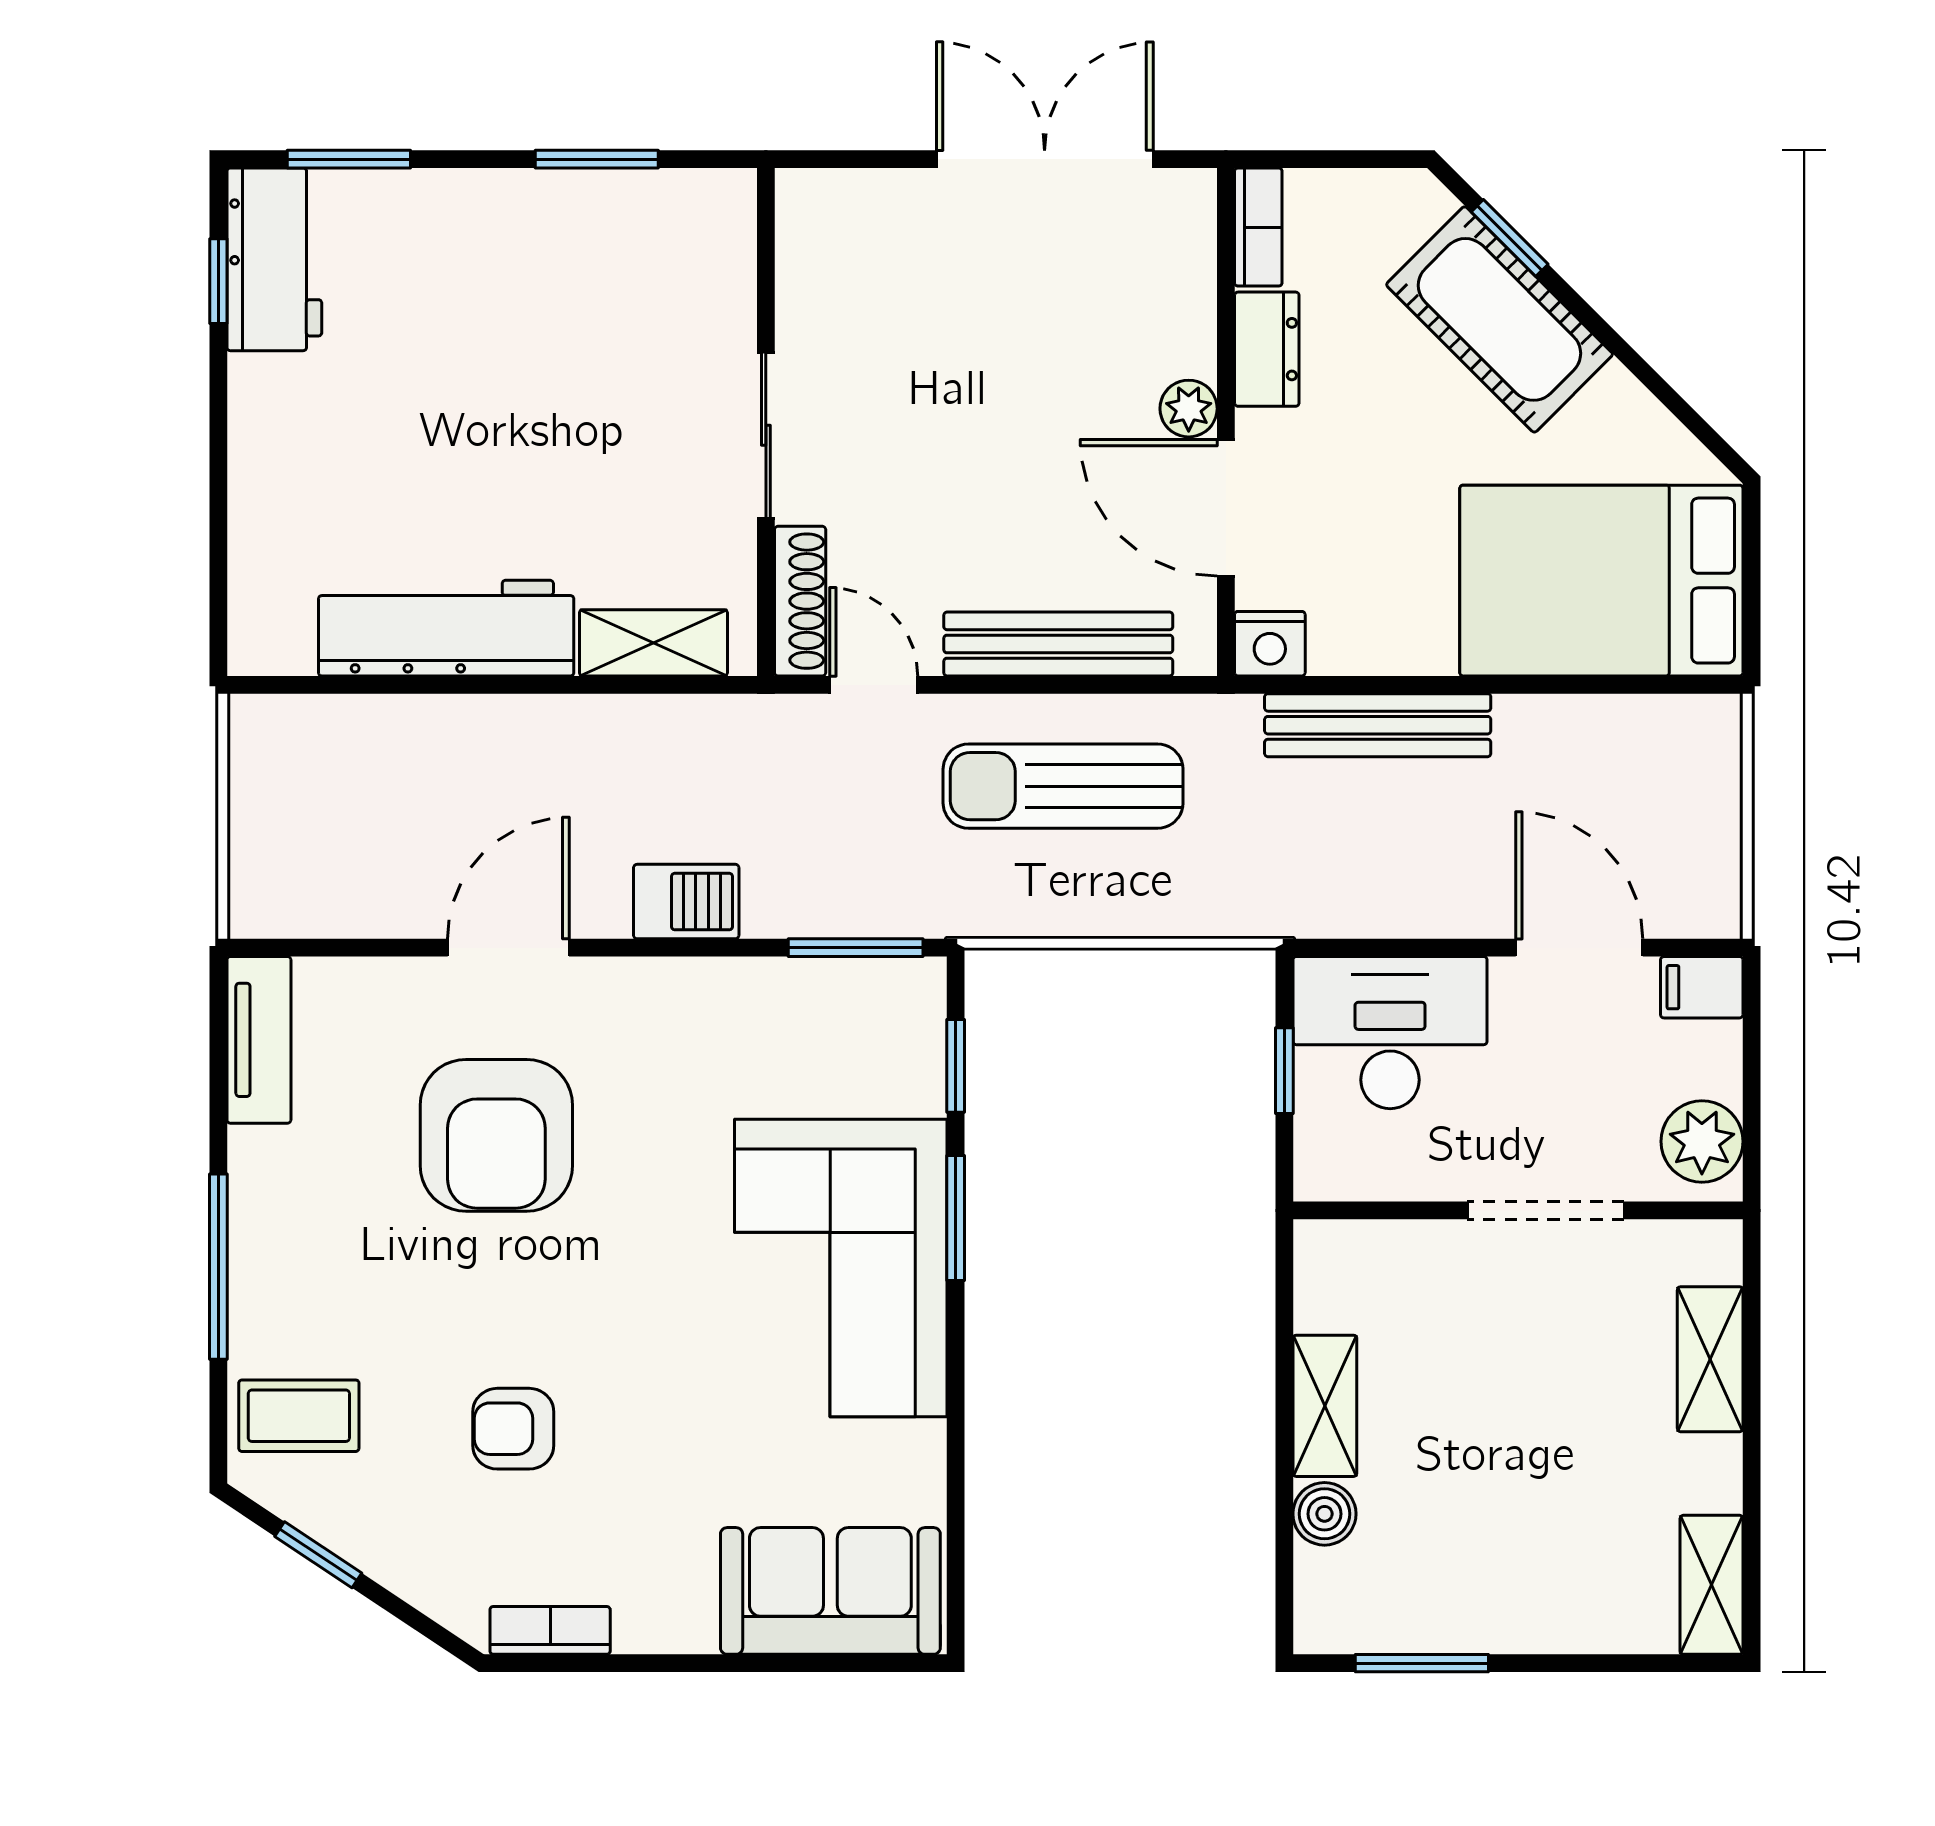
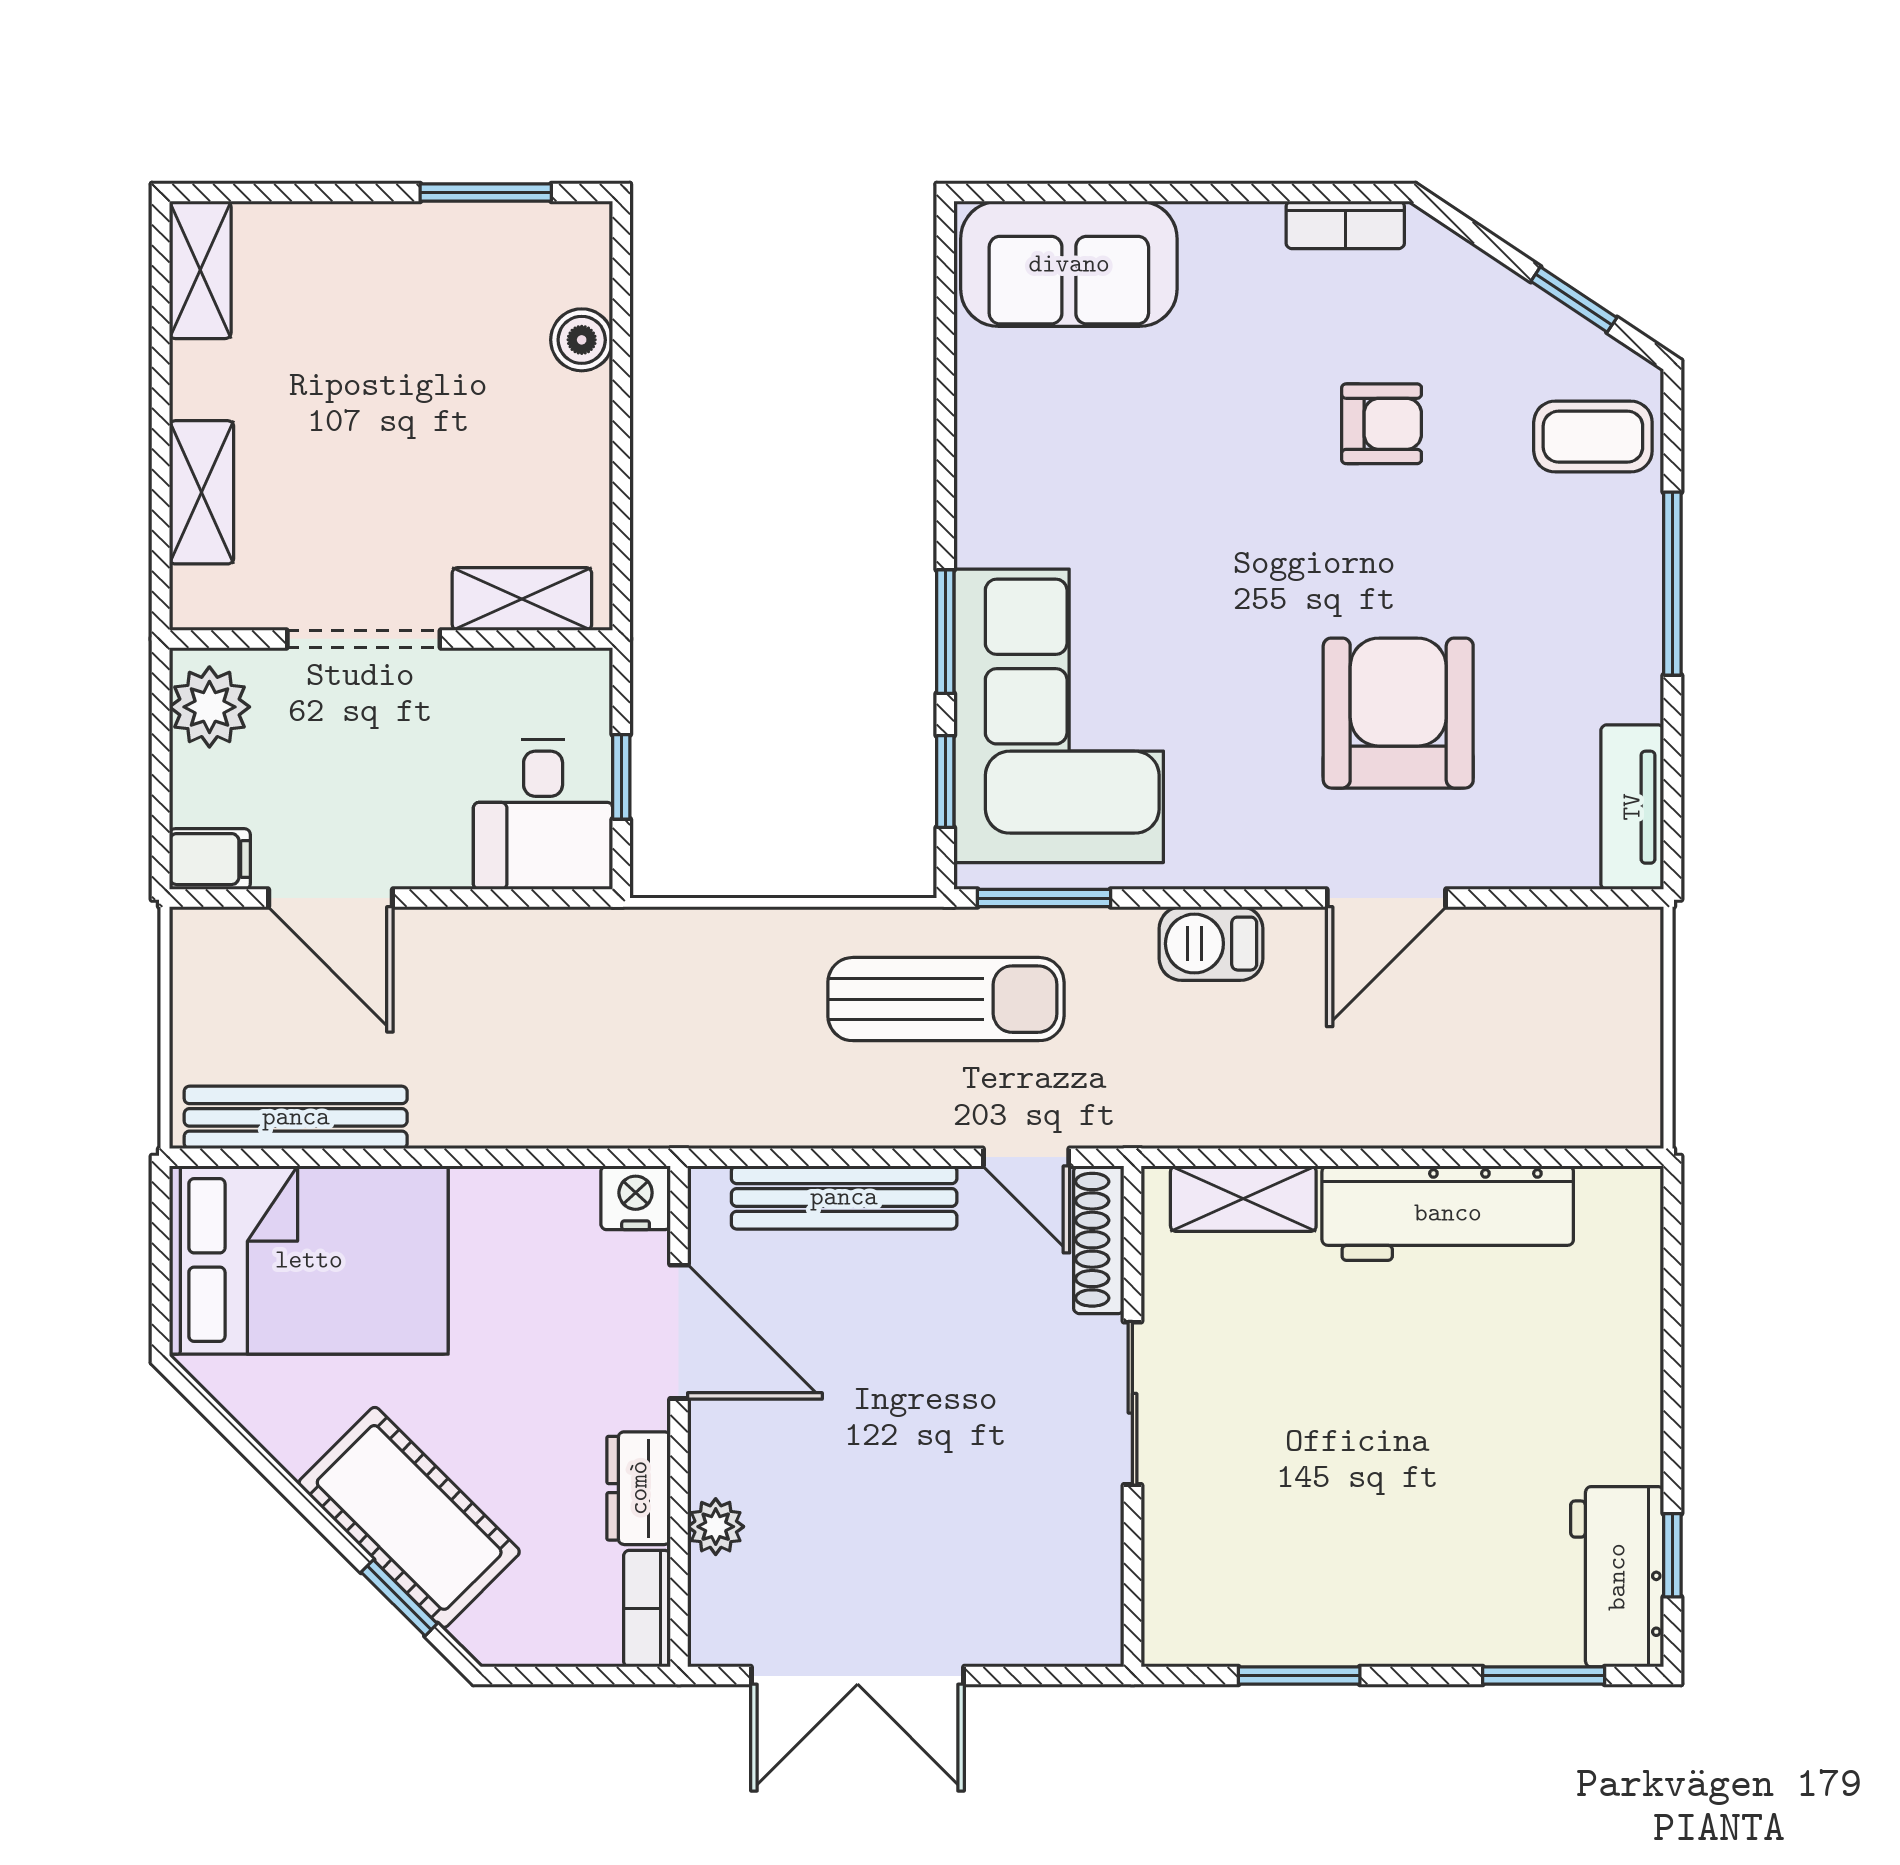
plant: (1189, 409) -> (716, 1527), moved
bench: (1378, 725) -> (296, 1117), moved
sun lounger: (1063, 786) -> (946, 999), moved
desk: (1390, 1033) -> (543, 814), width x0.73
corner sofa: (841, 1268) -> (1059, 716), moved
shelving: (1325, 1406) -> (522, 599), moved, turned 90

